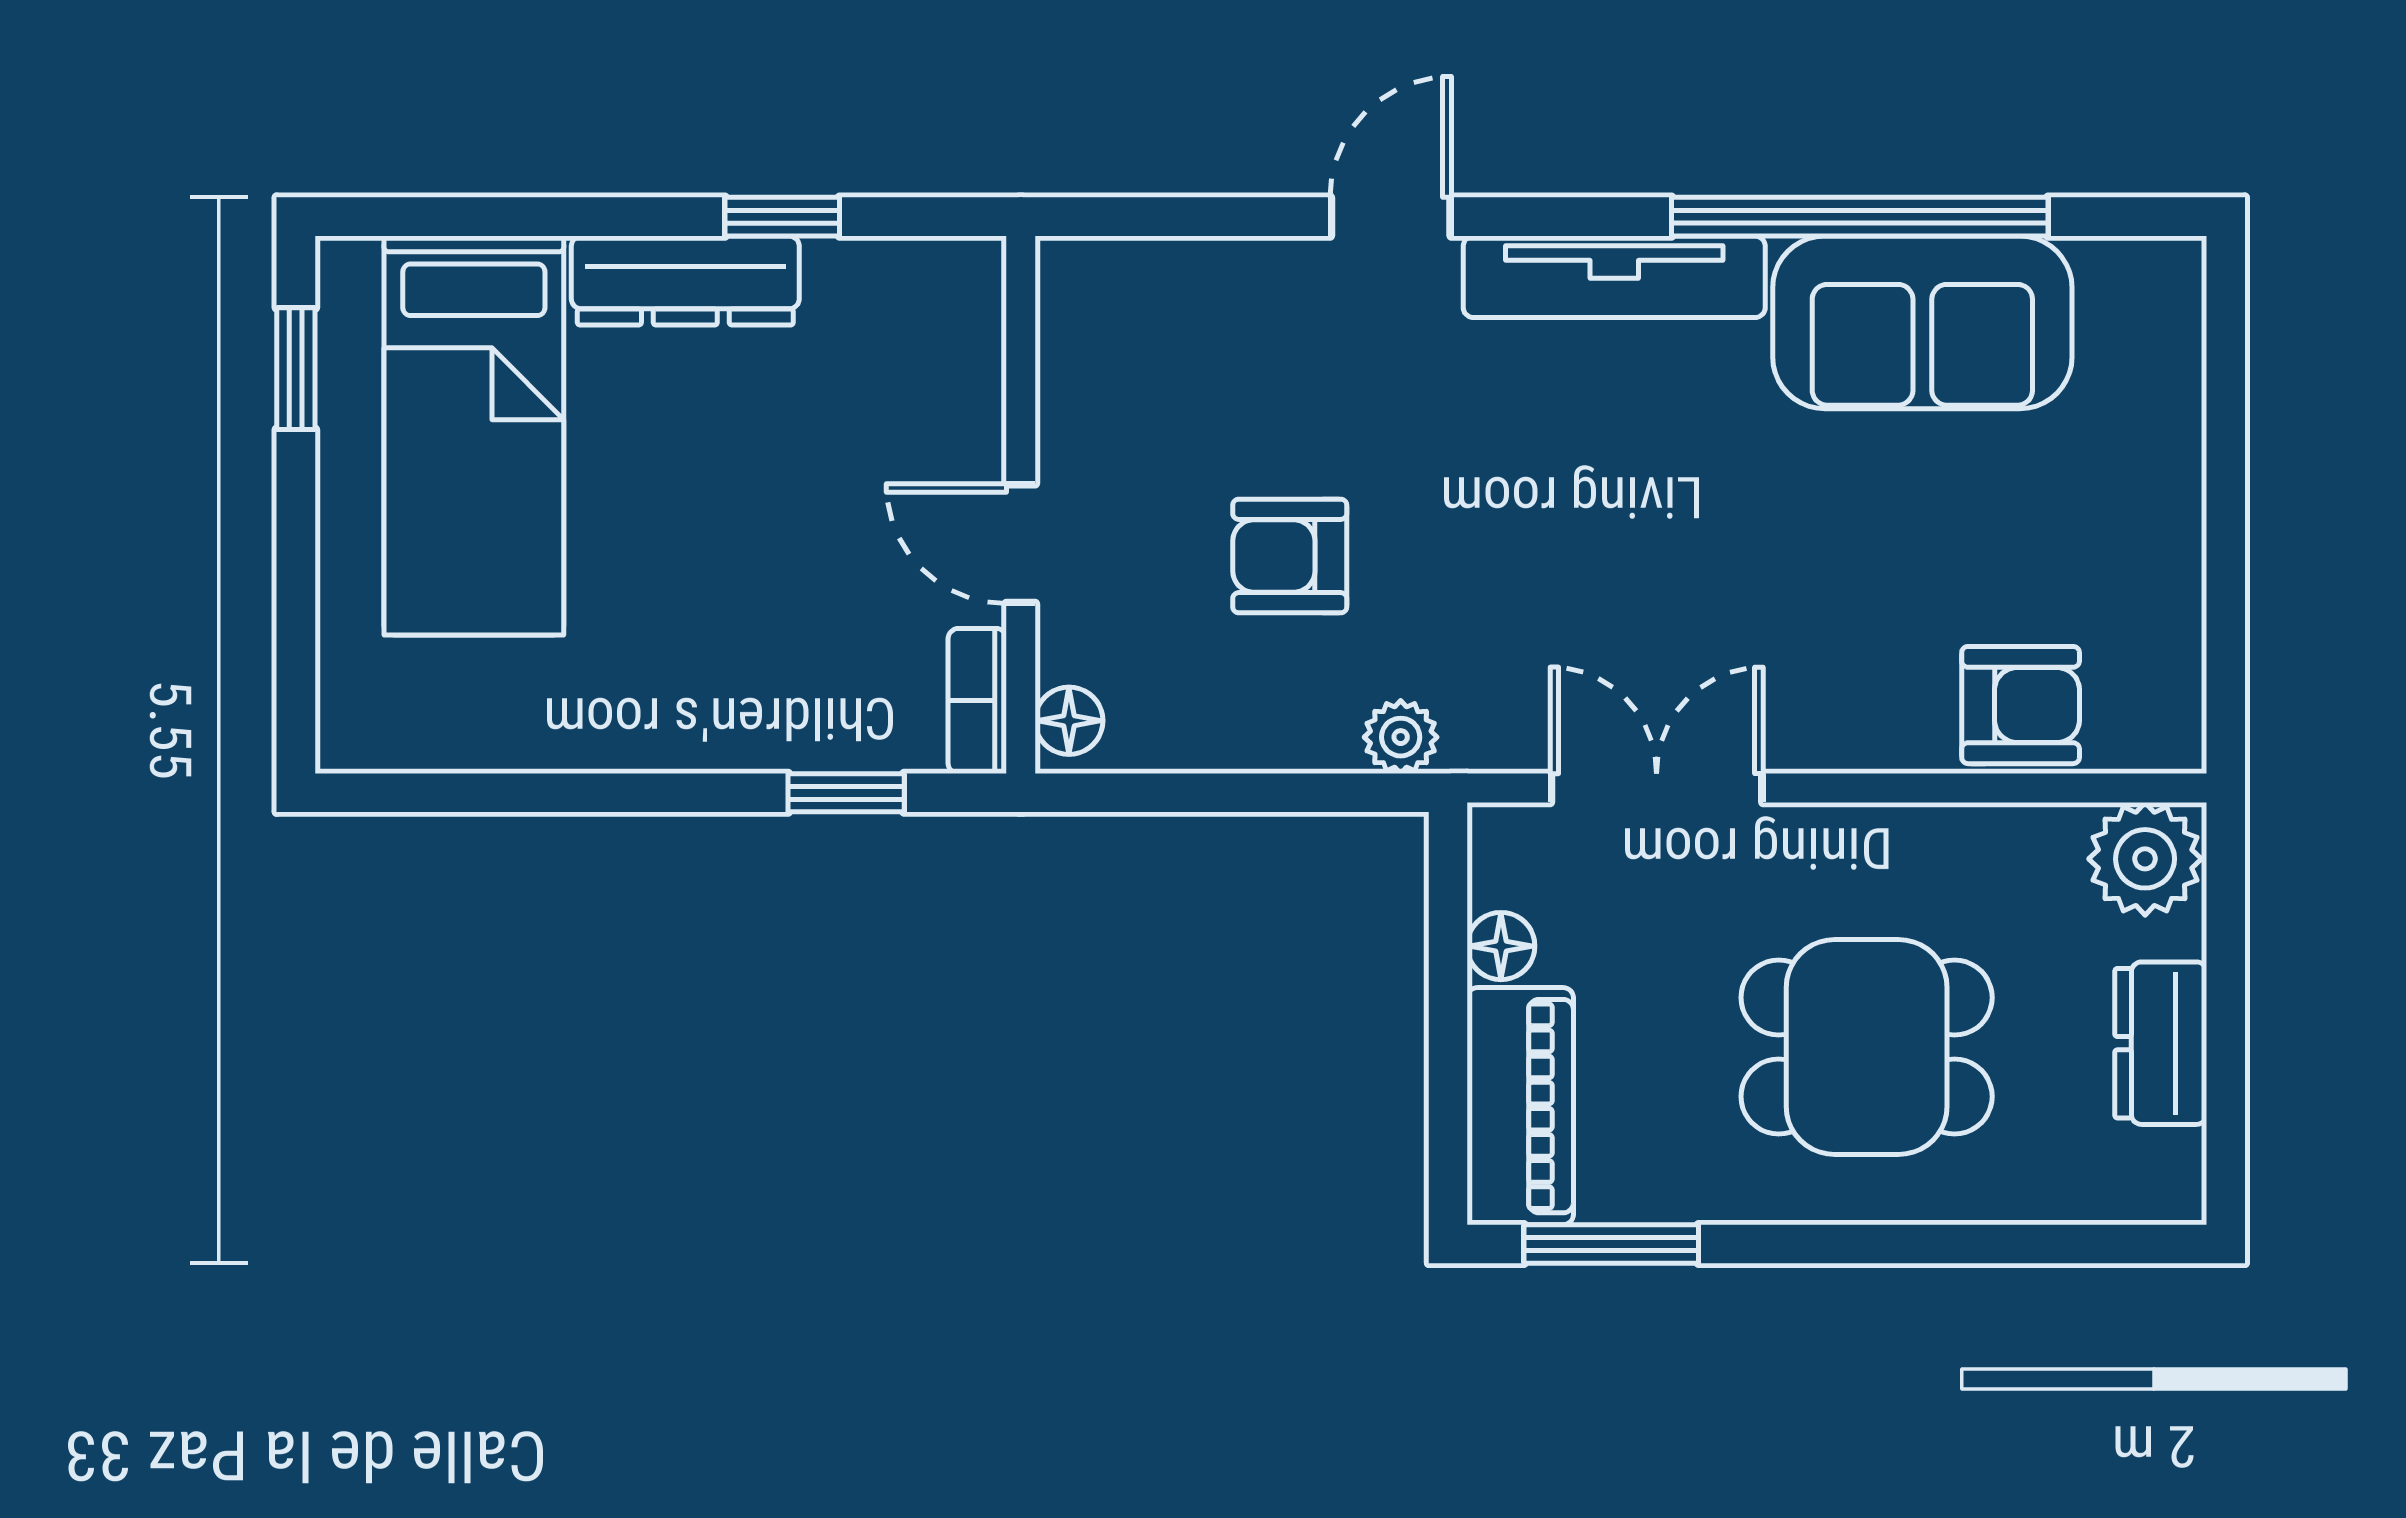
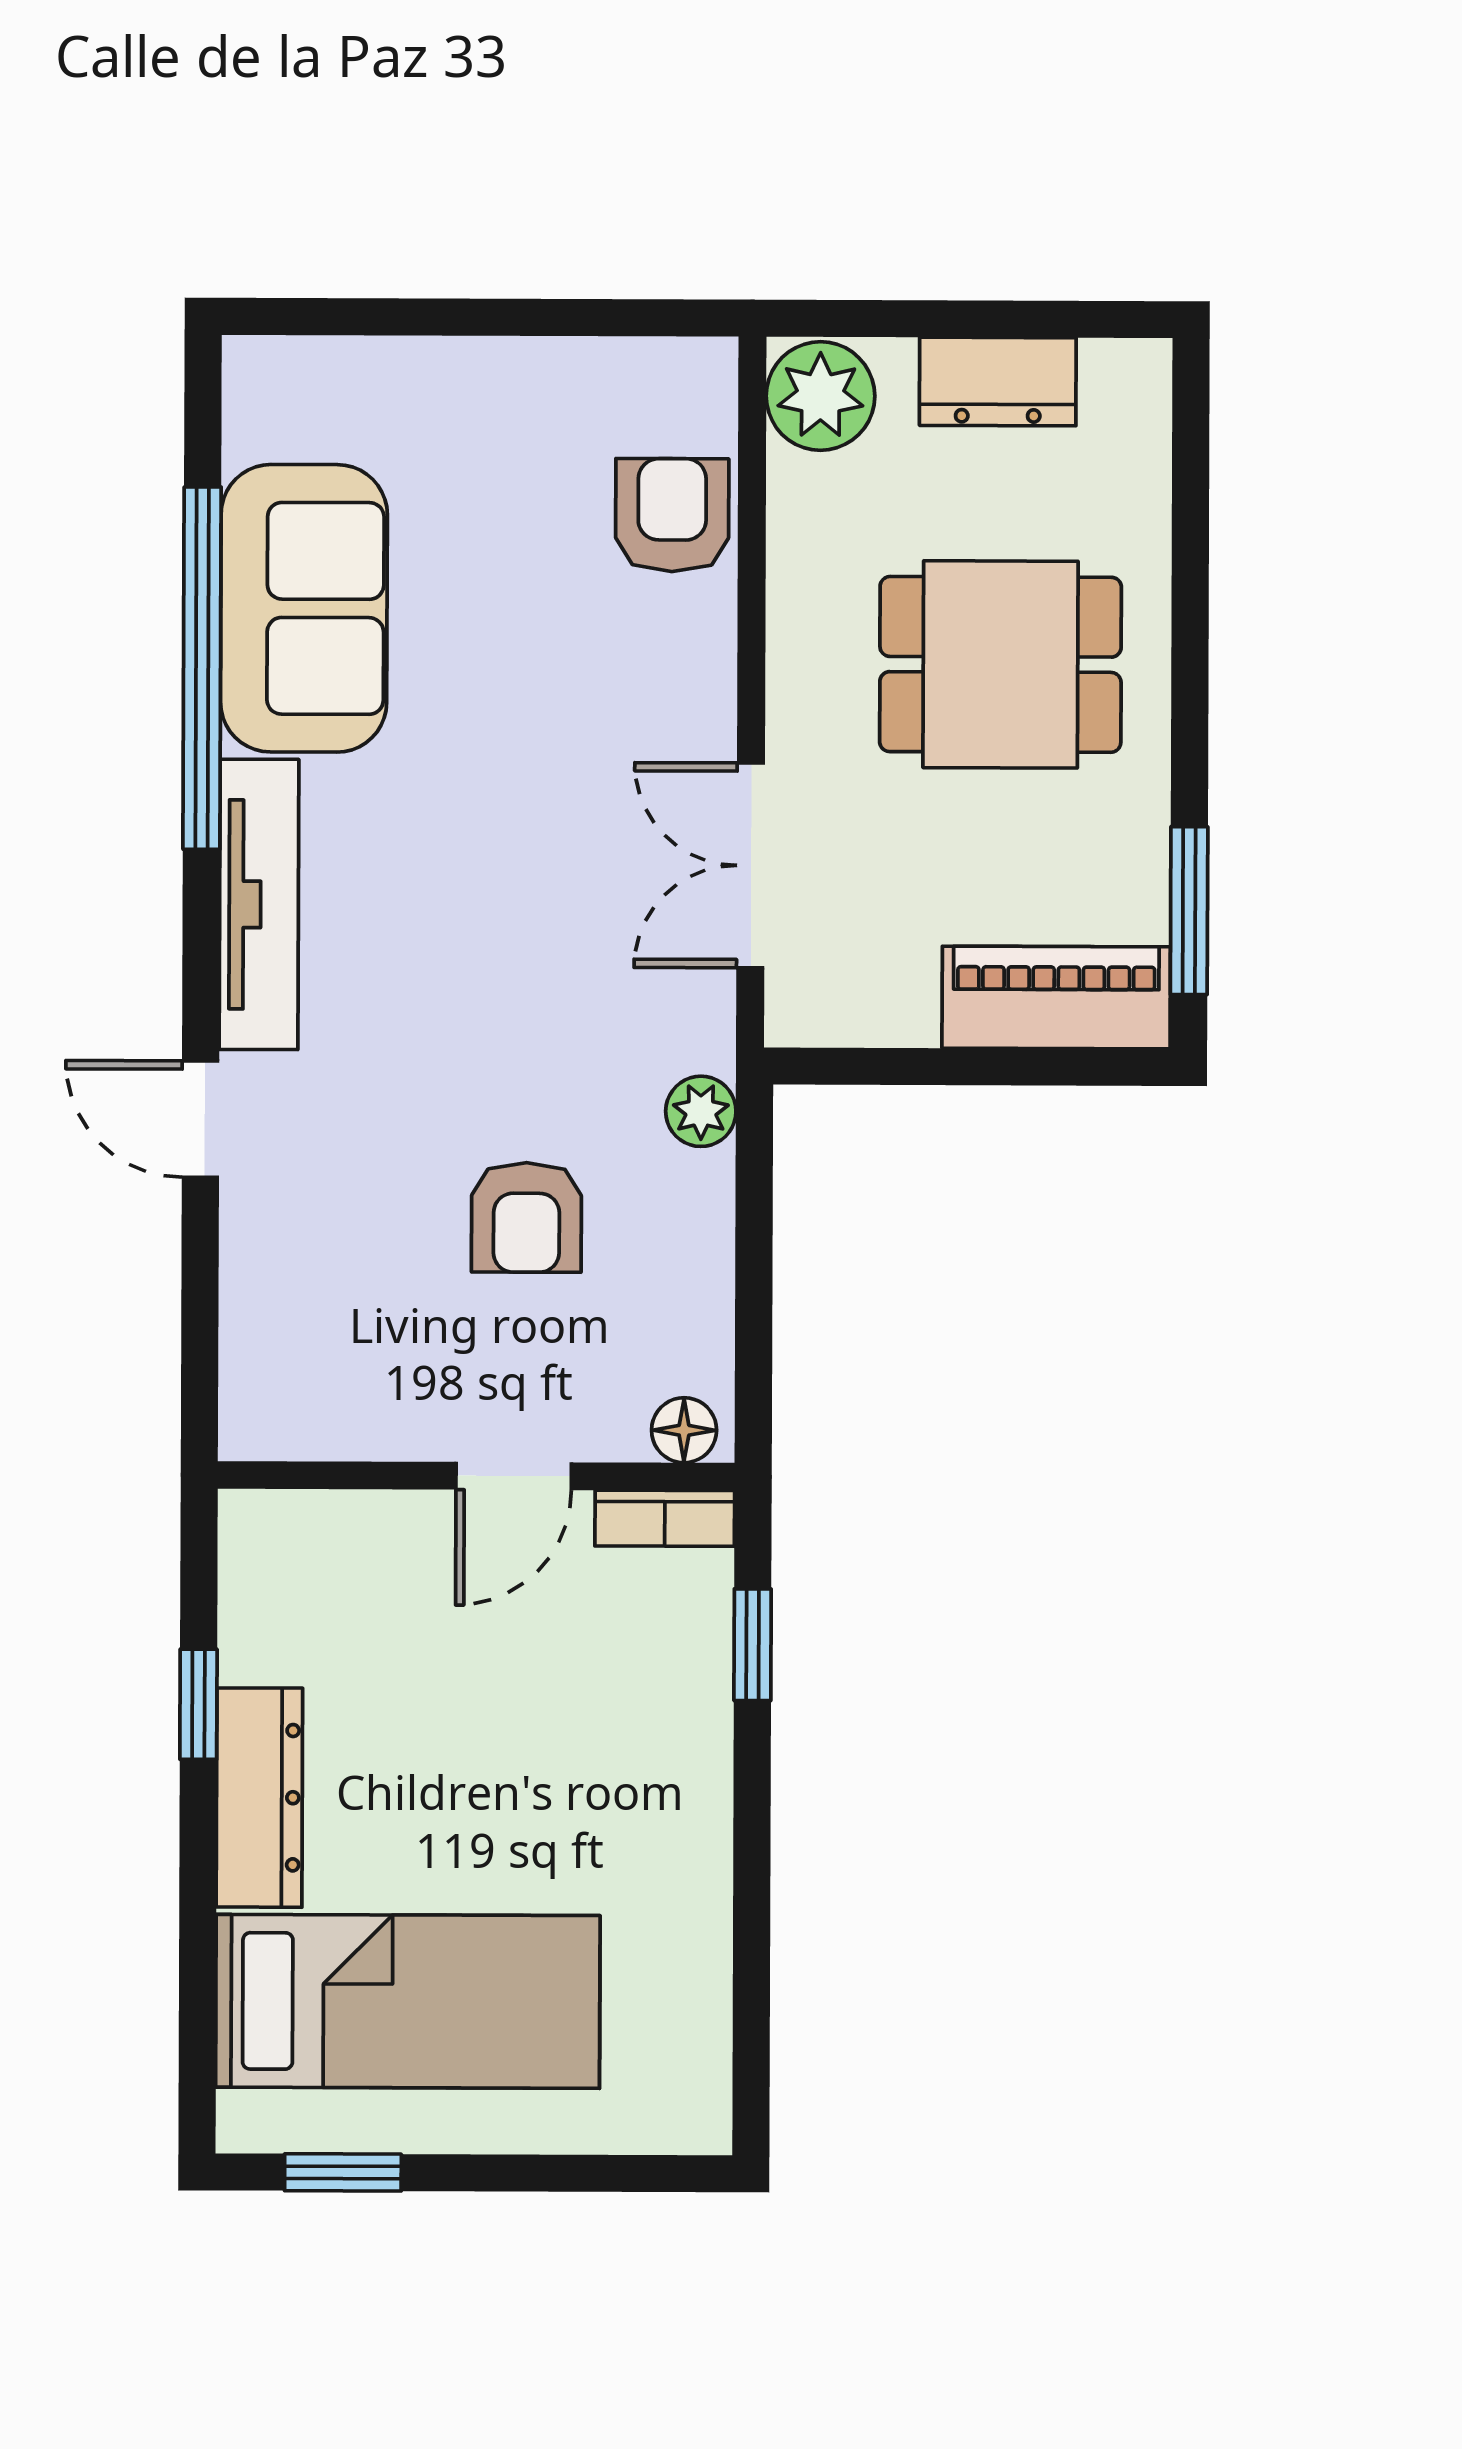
floor lamp: (1501, 946) -> (902, 1016), removed
dining table: (1867, 1047) -> (1000, 664), turned 90

